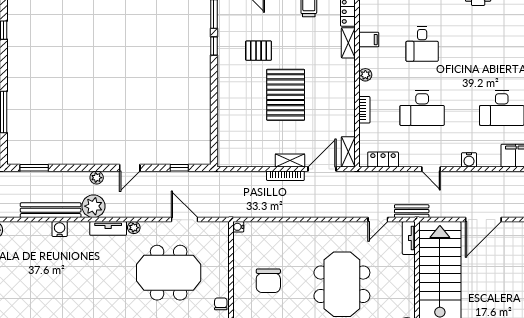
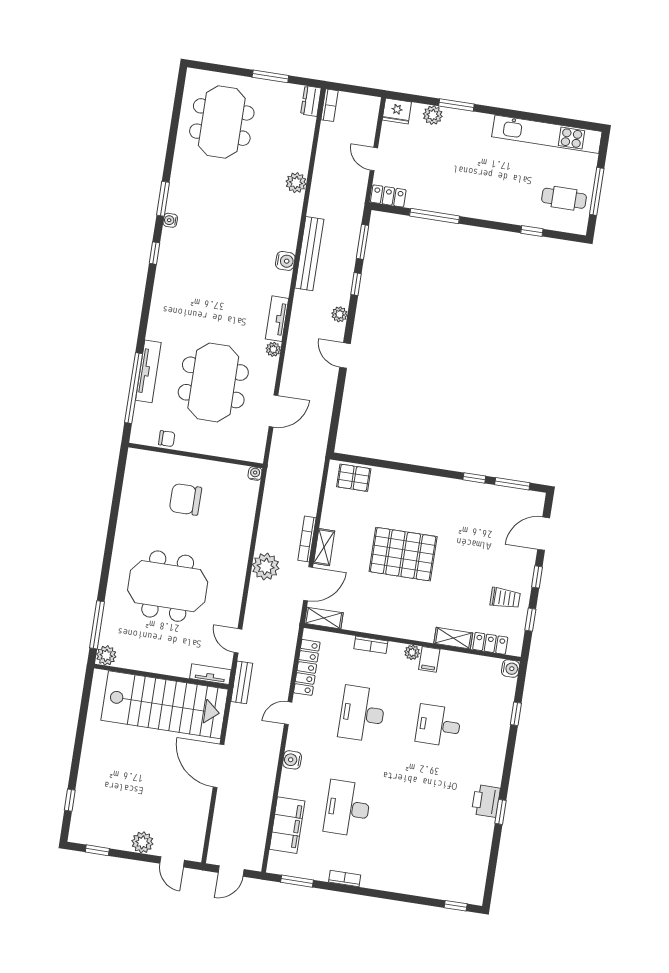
filing cabinet: (369, 40) -> (429, 659), moved
pallet: (259, 51) -> (354, 478), moved, turned 90
locker: (383, 159) -> (307, 667), width x1.53
window: (179, 168) -> (356, 284), moved
door: (322, 169) -> (308, 584), hinge flipped
plant: (93, 206) -> (266, 567), moved

